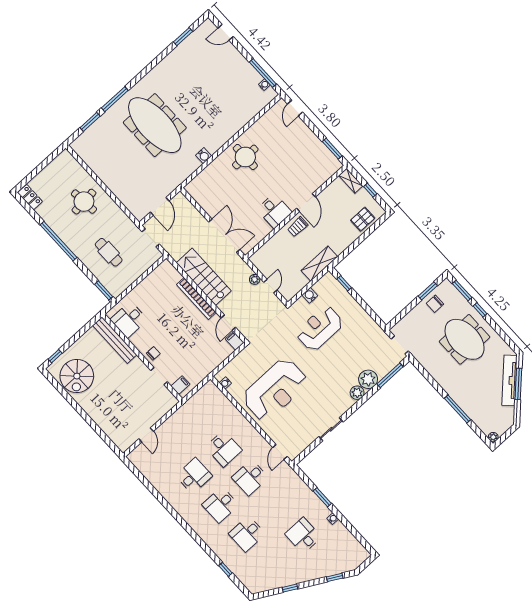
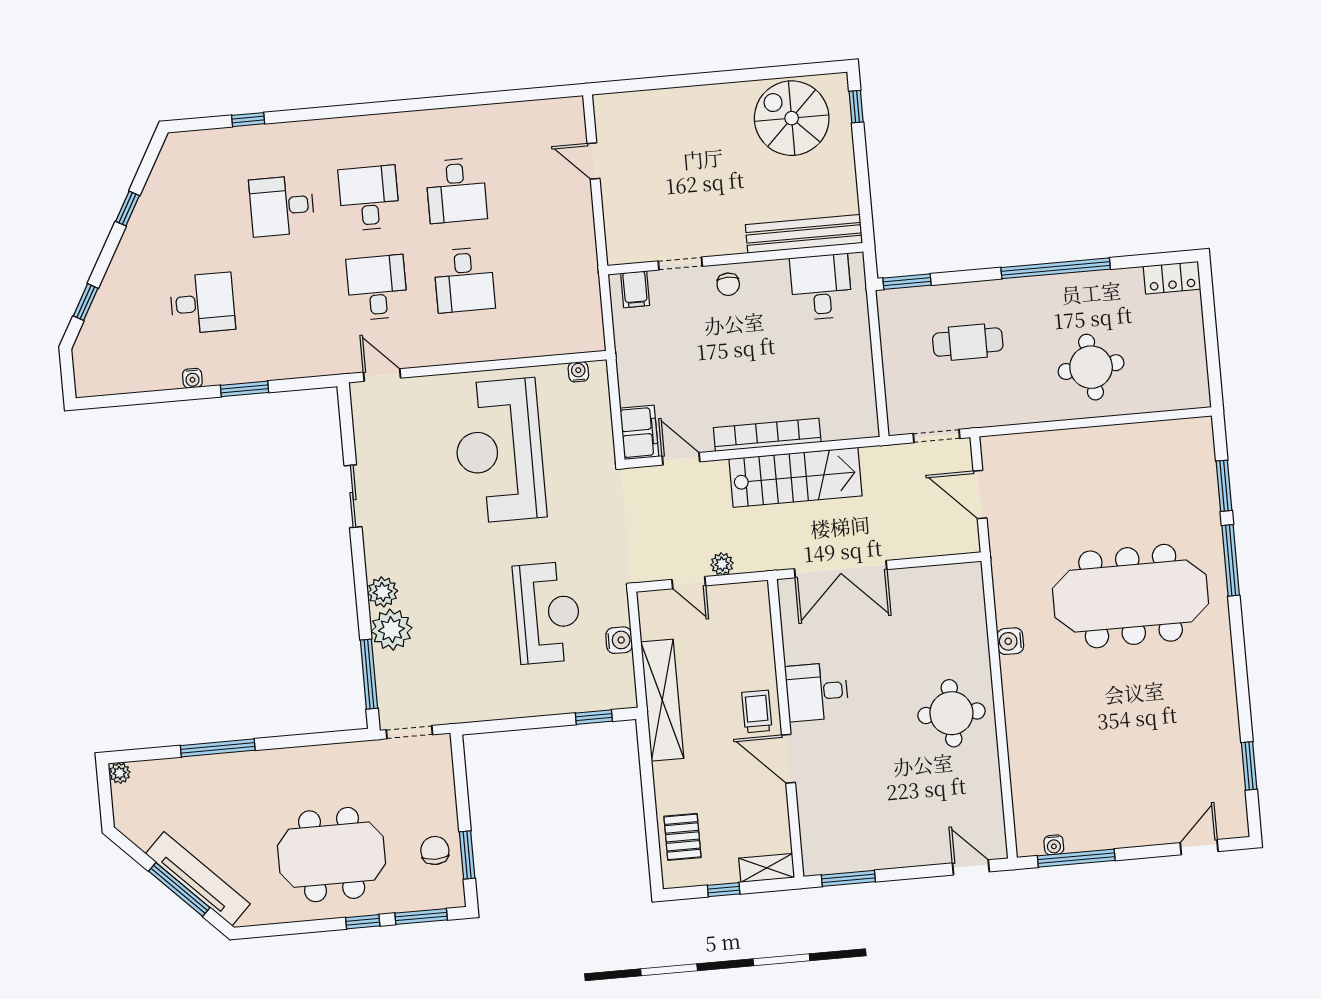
shelving: (319, 264) -> (662, 700), width x1.47
filing cabinet: (235, 341) -> (639, 432), width x2.00
desk: (224, 449) -> (464, 280), turned -90
desk: (247, 534) -> (282, 206), turned -90

